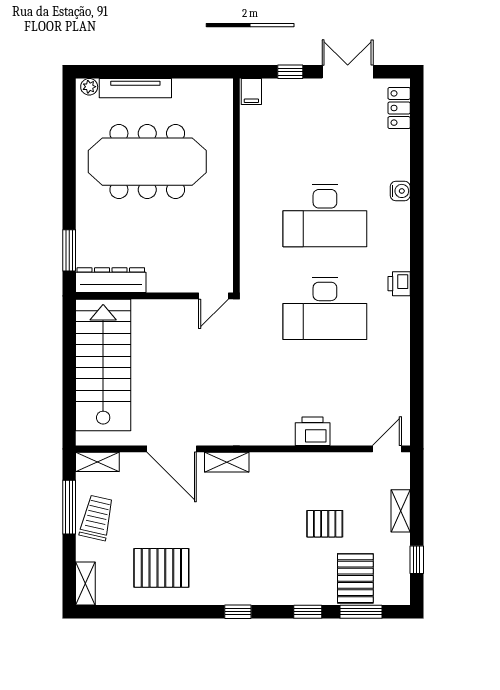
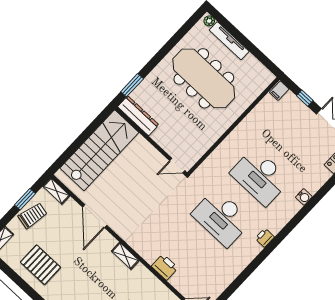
shelving: (227, 462) -> (125, 256), moved
window: (69, 507) -> (25, 199), width x0.69

